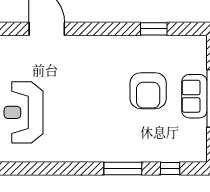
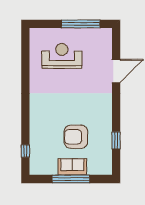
window: (123, 168) -> (25, 120), removed

